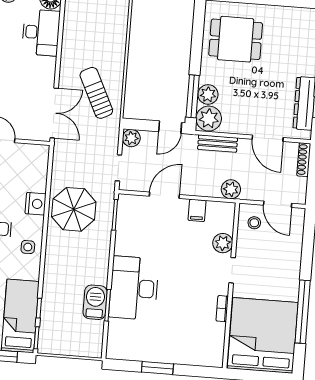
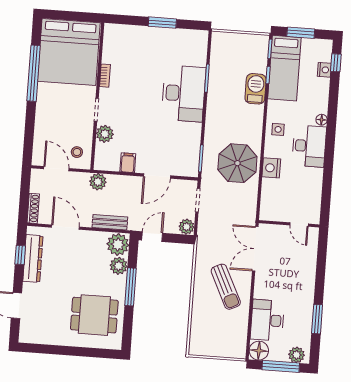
sun lounger: (96, 93) -> (226, 287), moved
window: (193, 96) -> (131, 287), moved
barbecue: (95, 302) -> (256, 89), moved, turned 180

